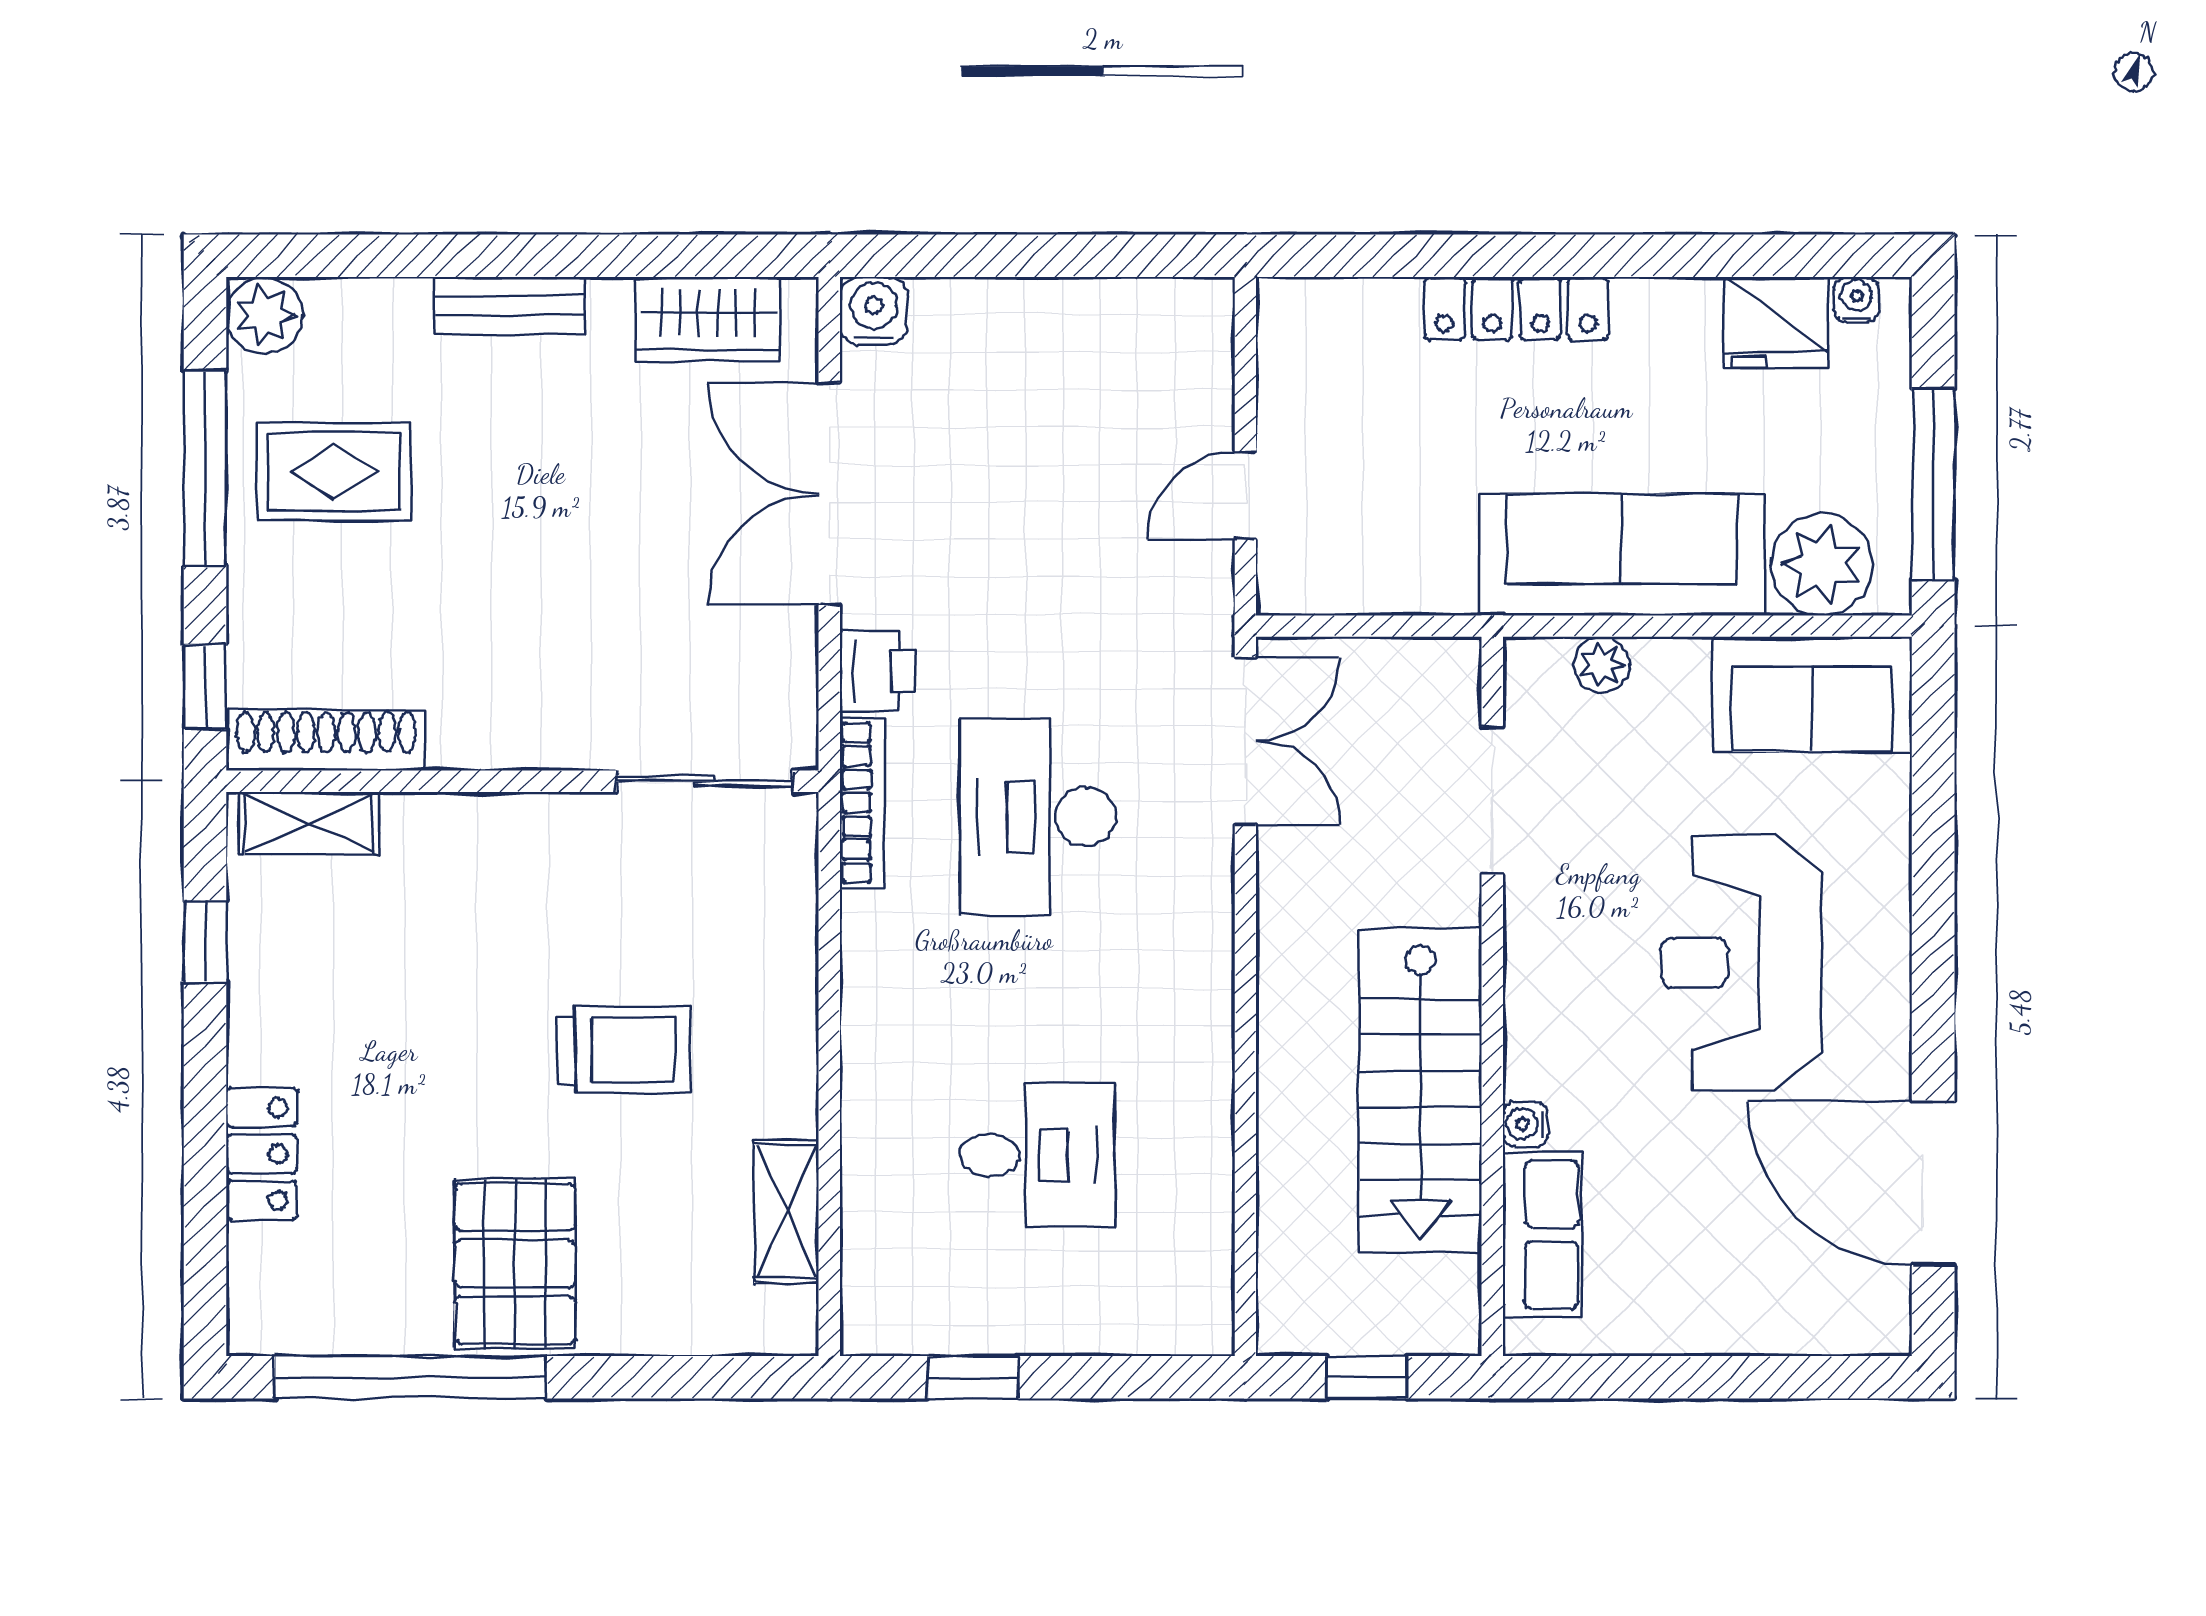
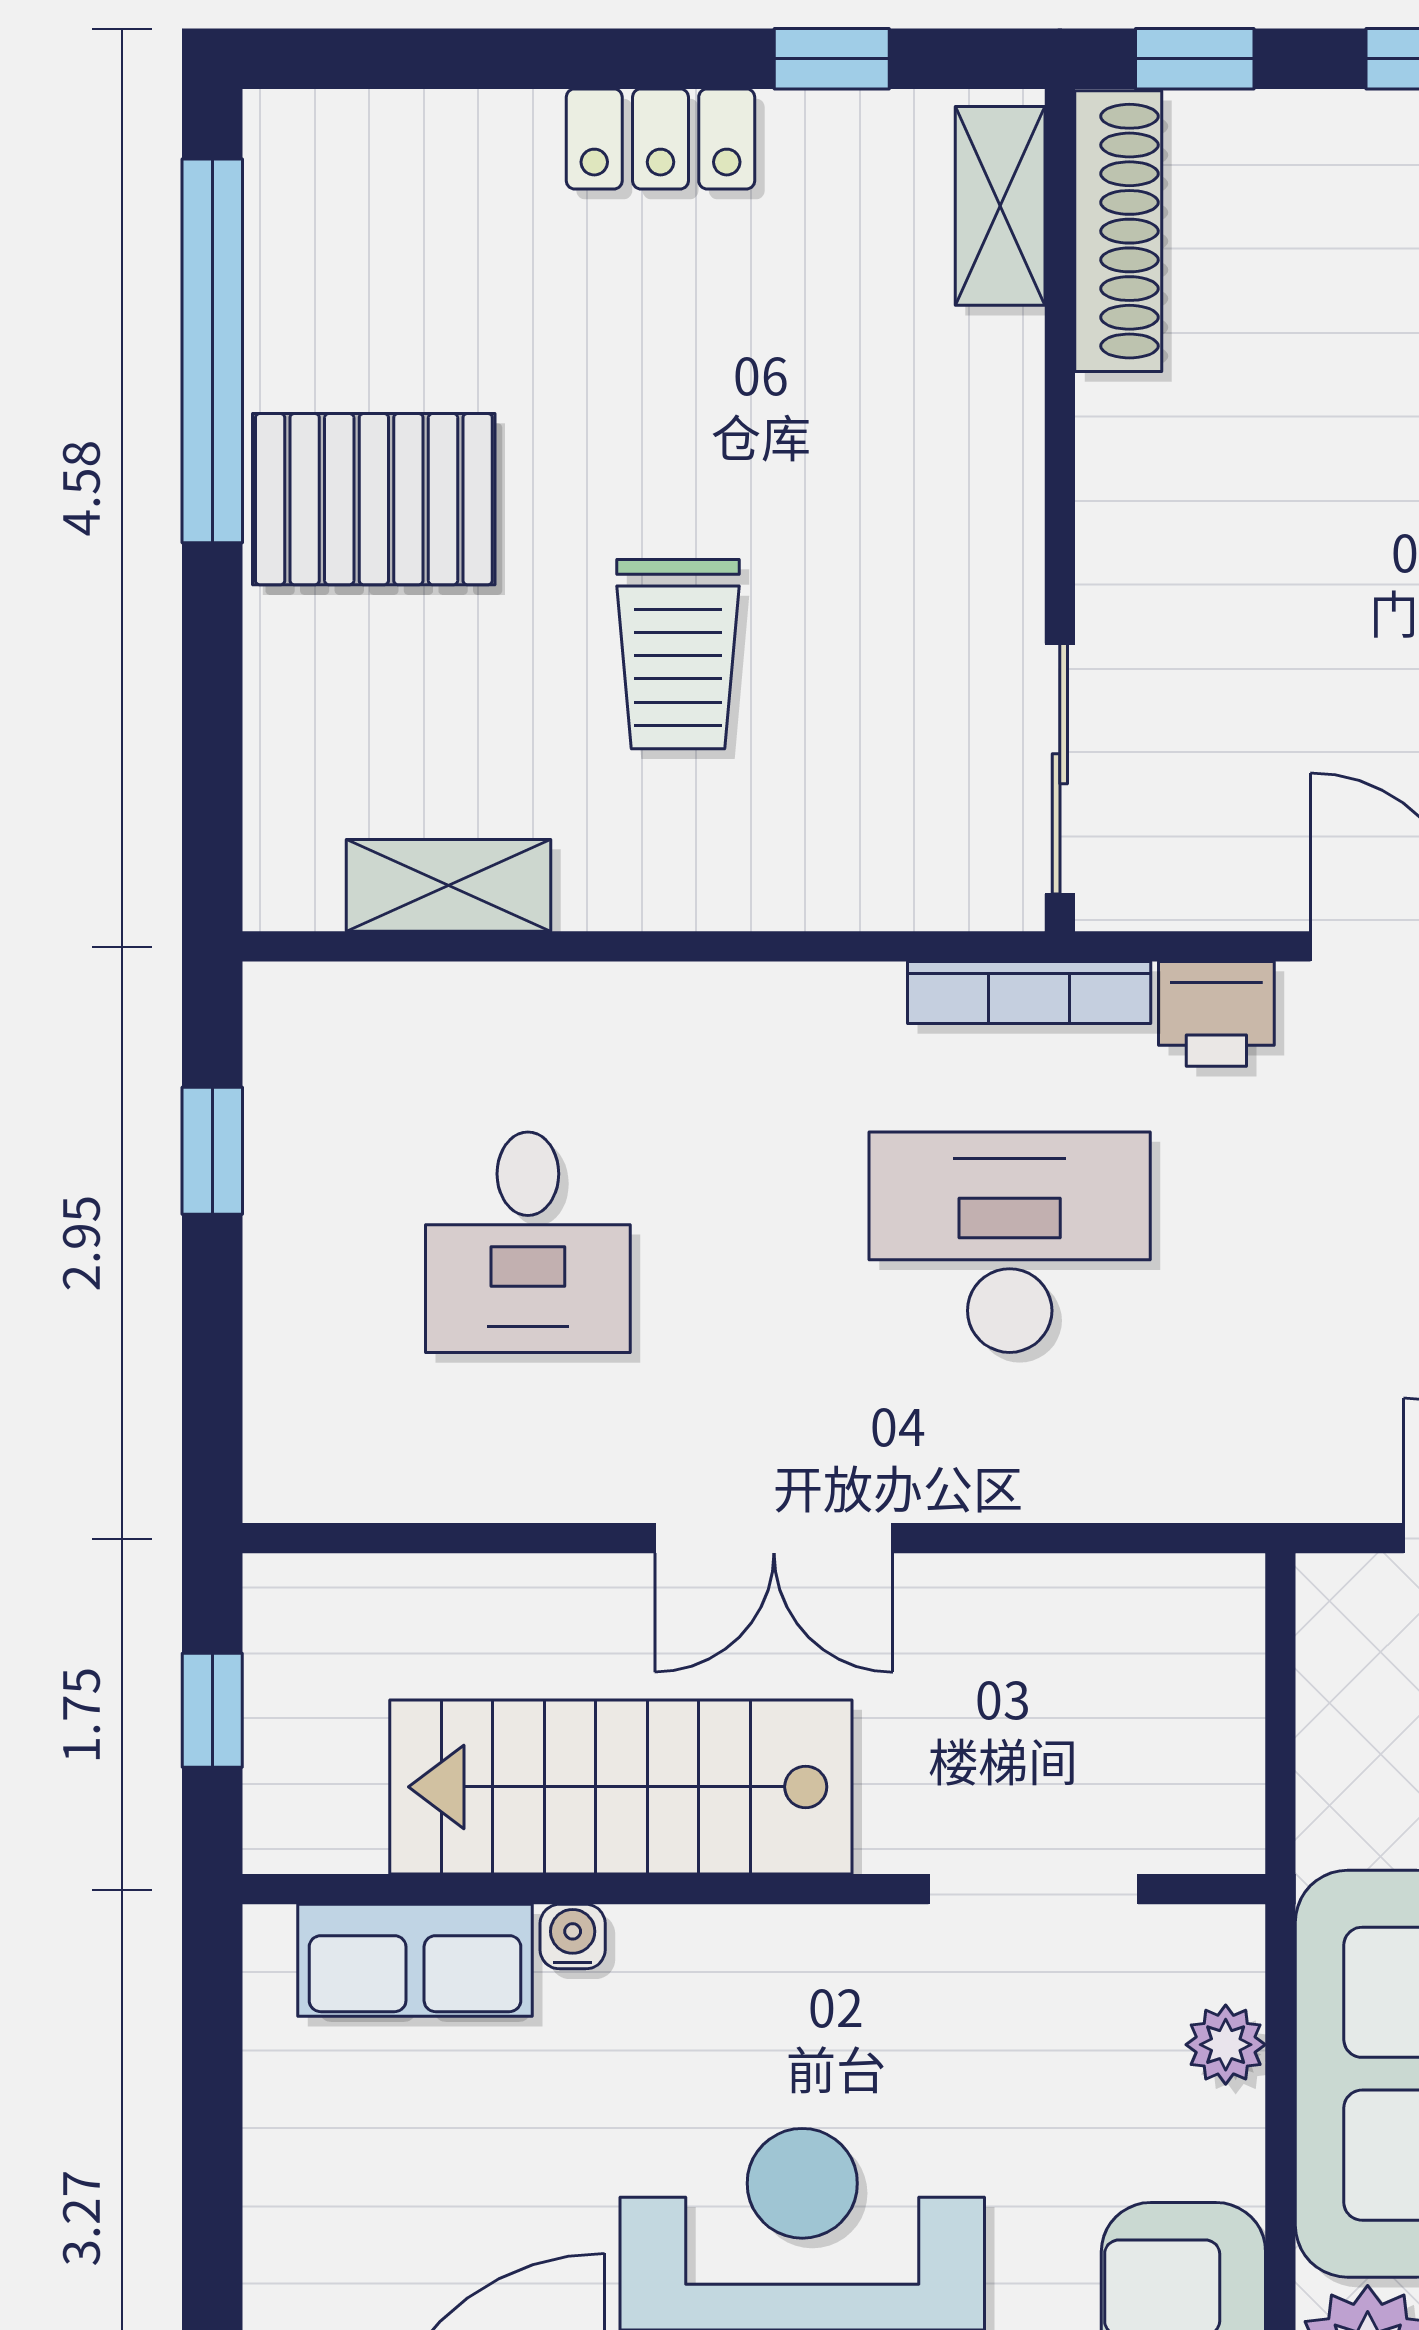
double door: (1245, 741) -> (774, 1538), moved
locker: (262, 1154) -> (660, 139), moved

